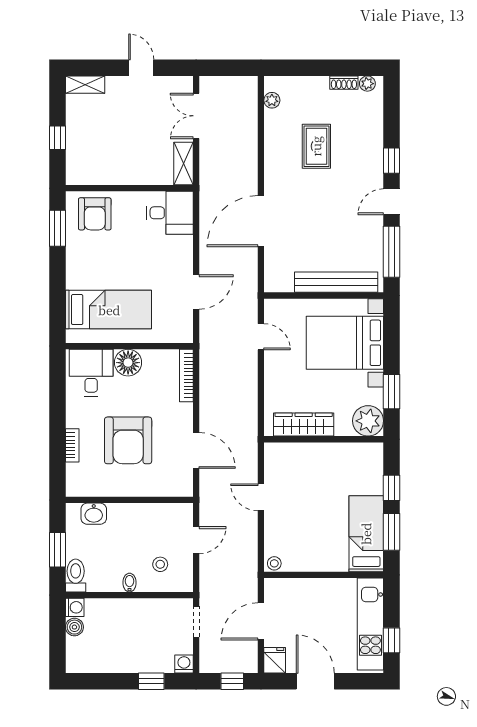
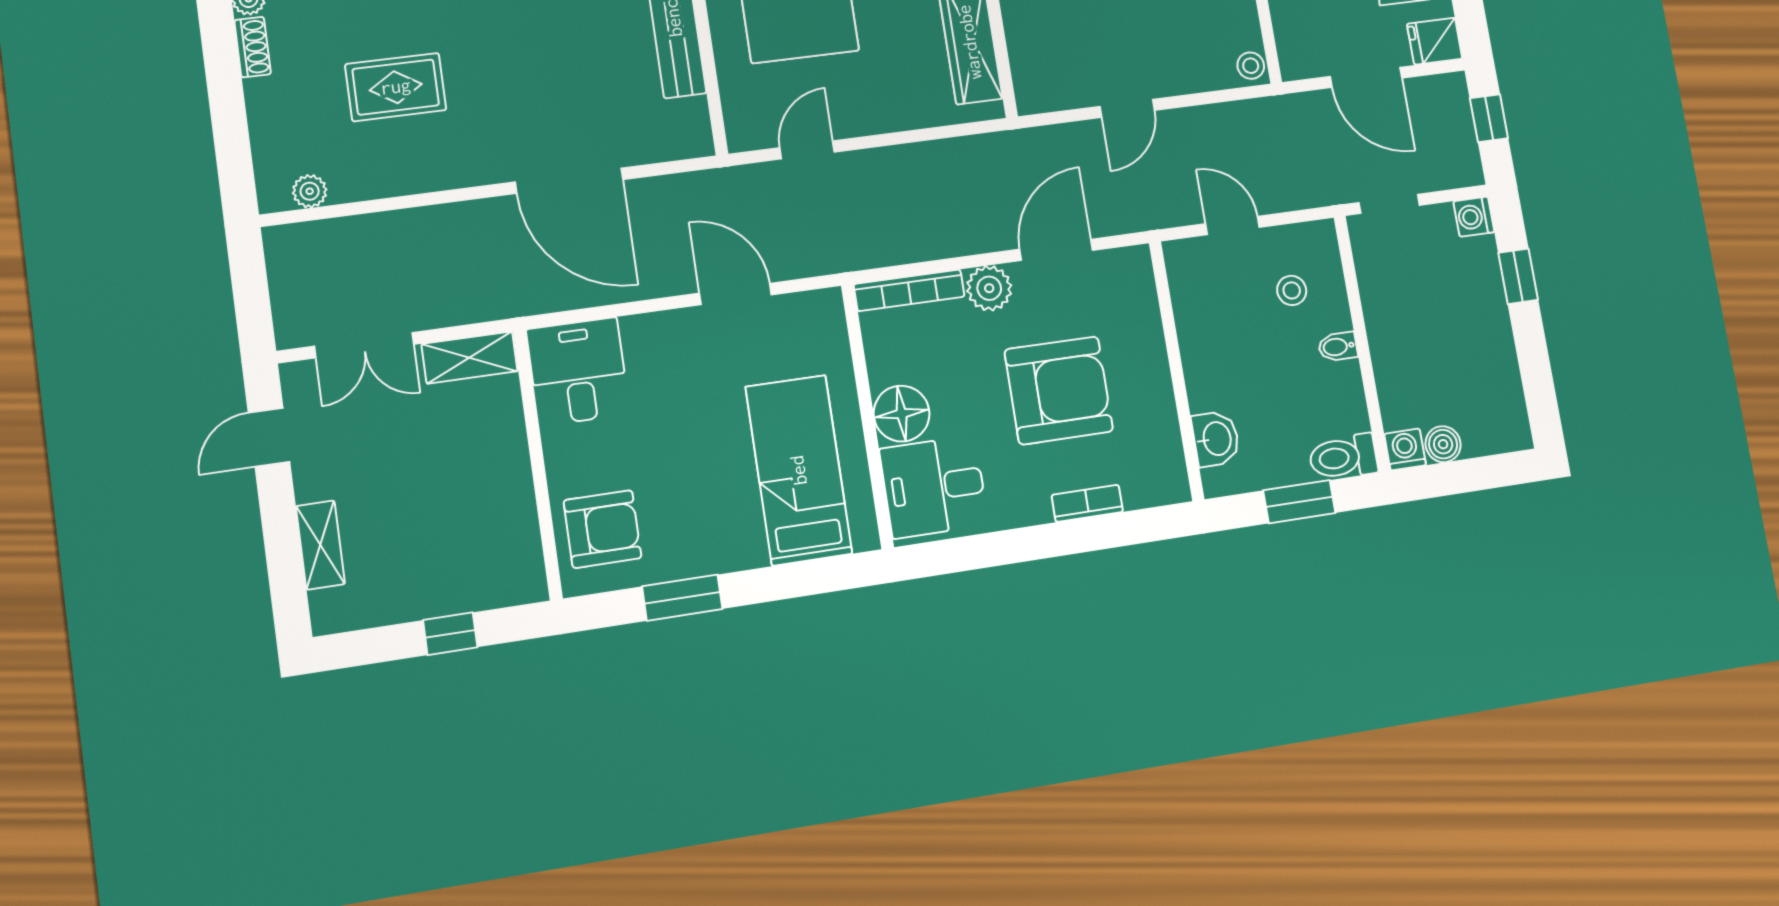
door: (141, 68) -> (269, 437), moved
shelving: (85, 85) -> (320, 545), moved
window: (57, 228) -> (682, 598), moved
plant: (182, 415) -> (989, 288), added

